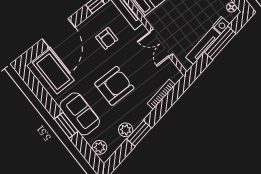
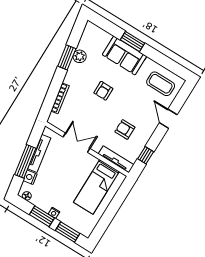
door: (59, 33) -> (168, 119), width x0.53
coffee table: (53, 72) -> (161, 84), width x0.73, depth x0.76
armchair: (114, 86) -> (103, 91), width x0.53, depth x0.53
plant: (99, 147) -> (97, 33), removed

